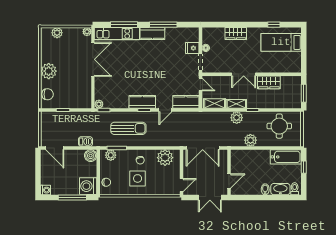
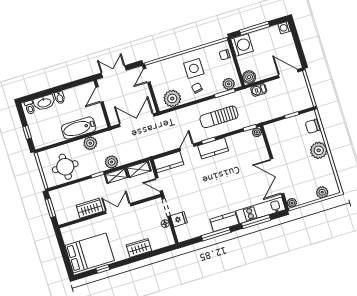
bed: (281, 42) -> (90, 253), width x1.50
bathtub: (286, 157) -> (79, 128), moved

